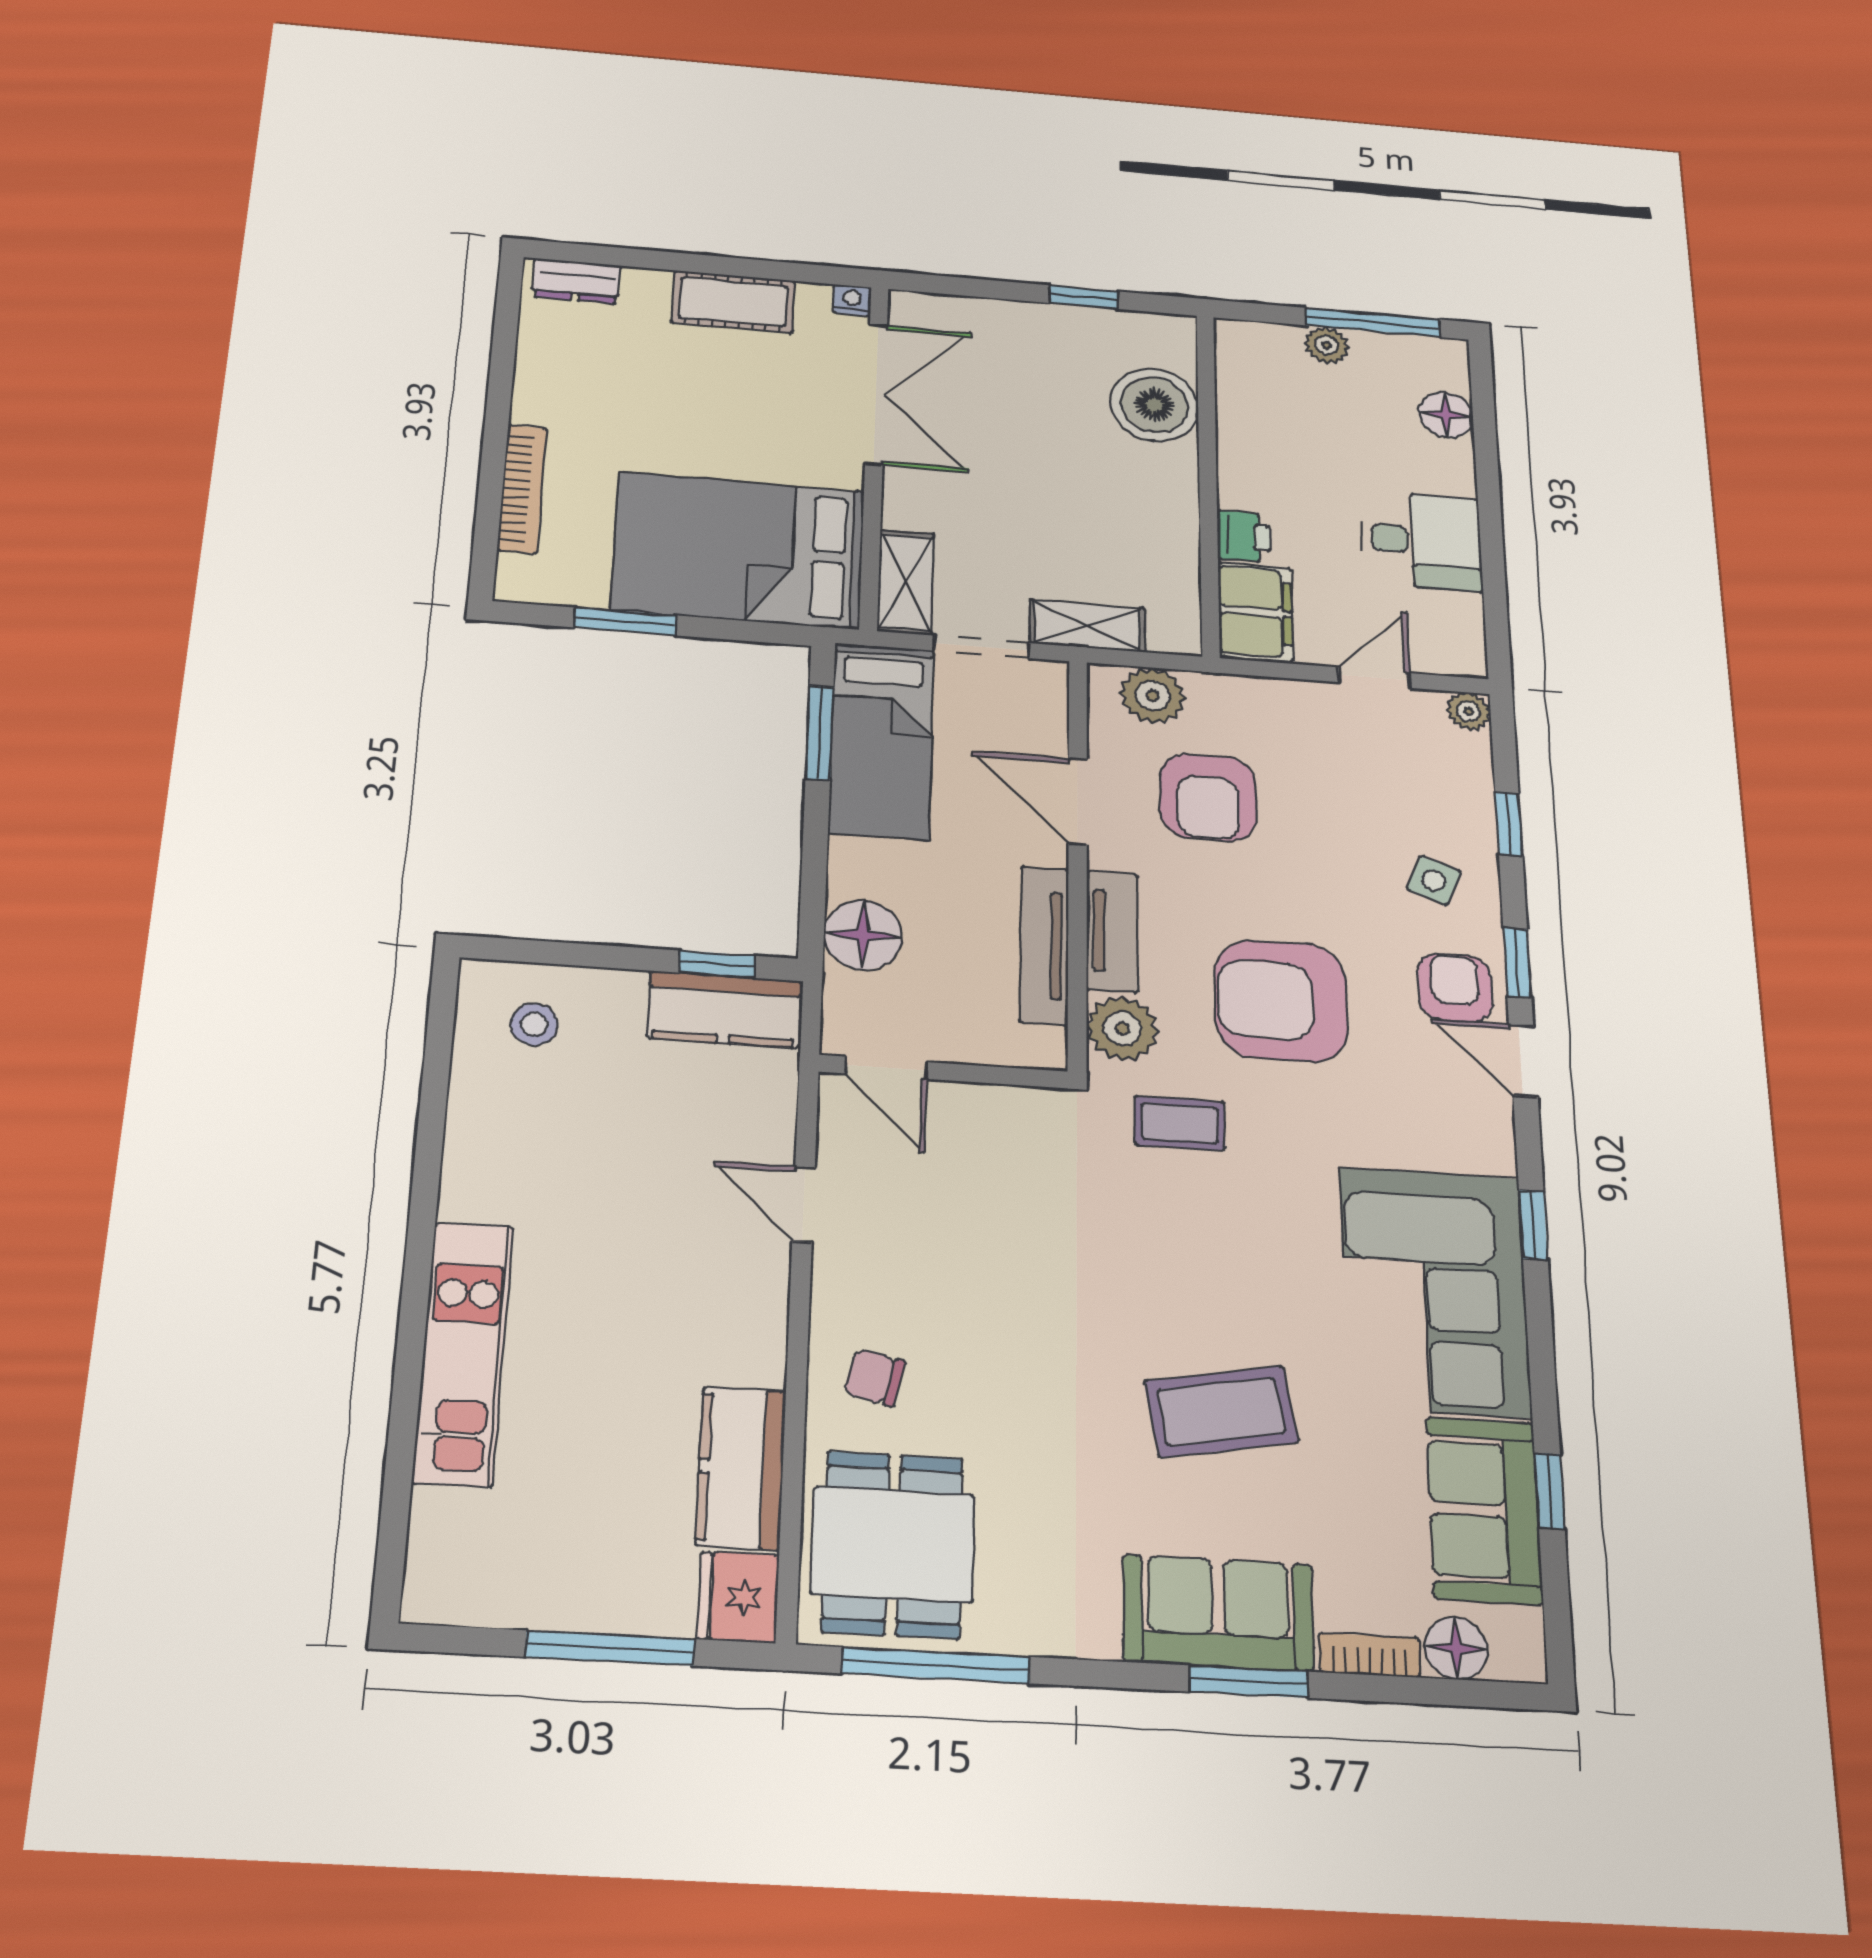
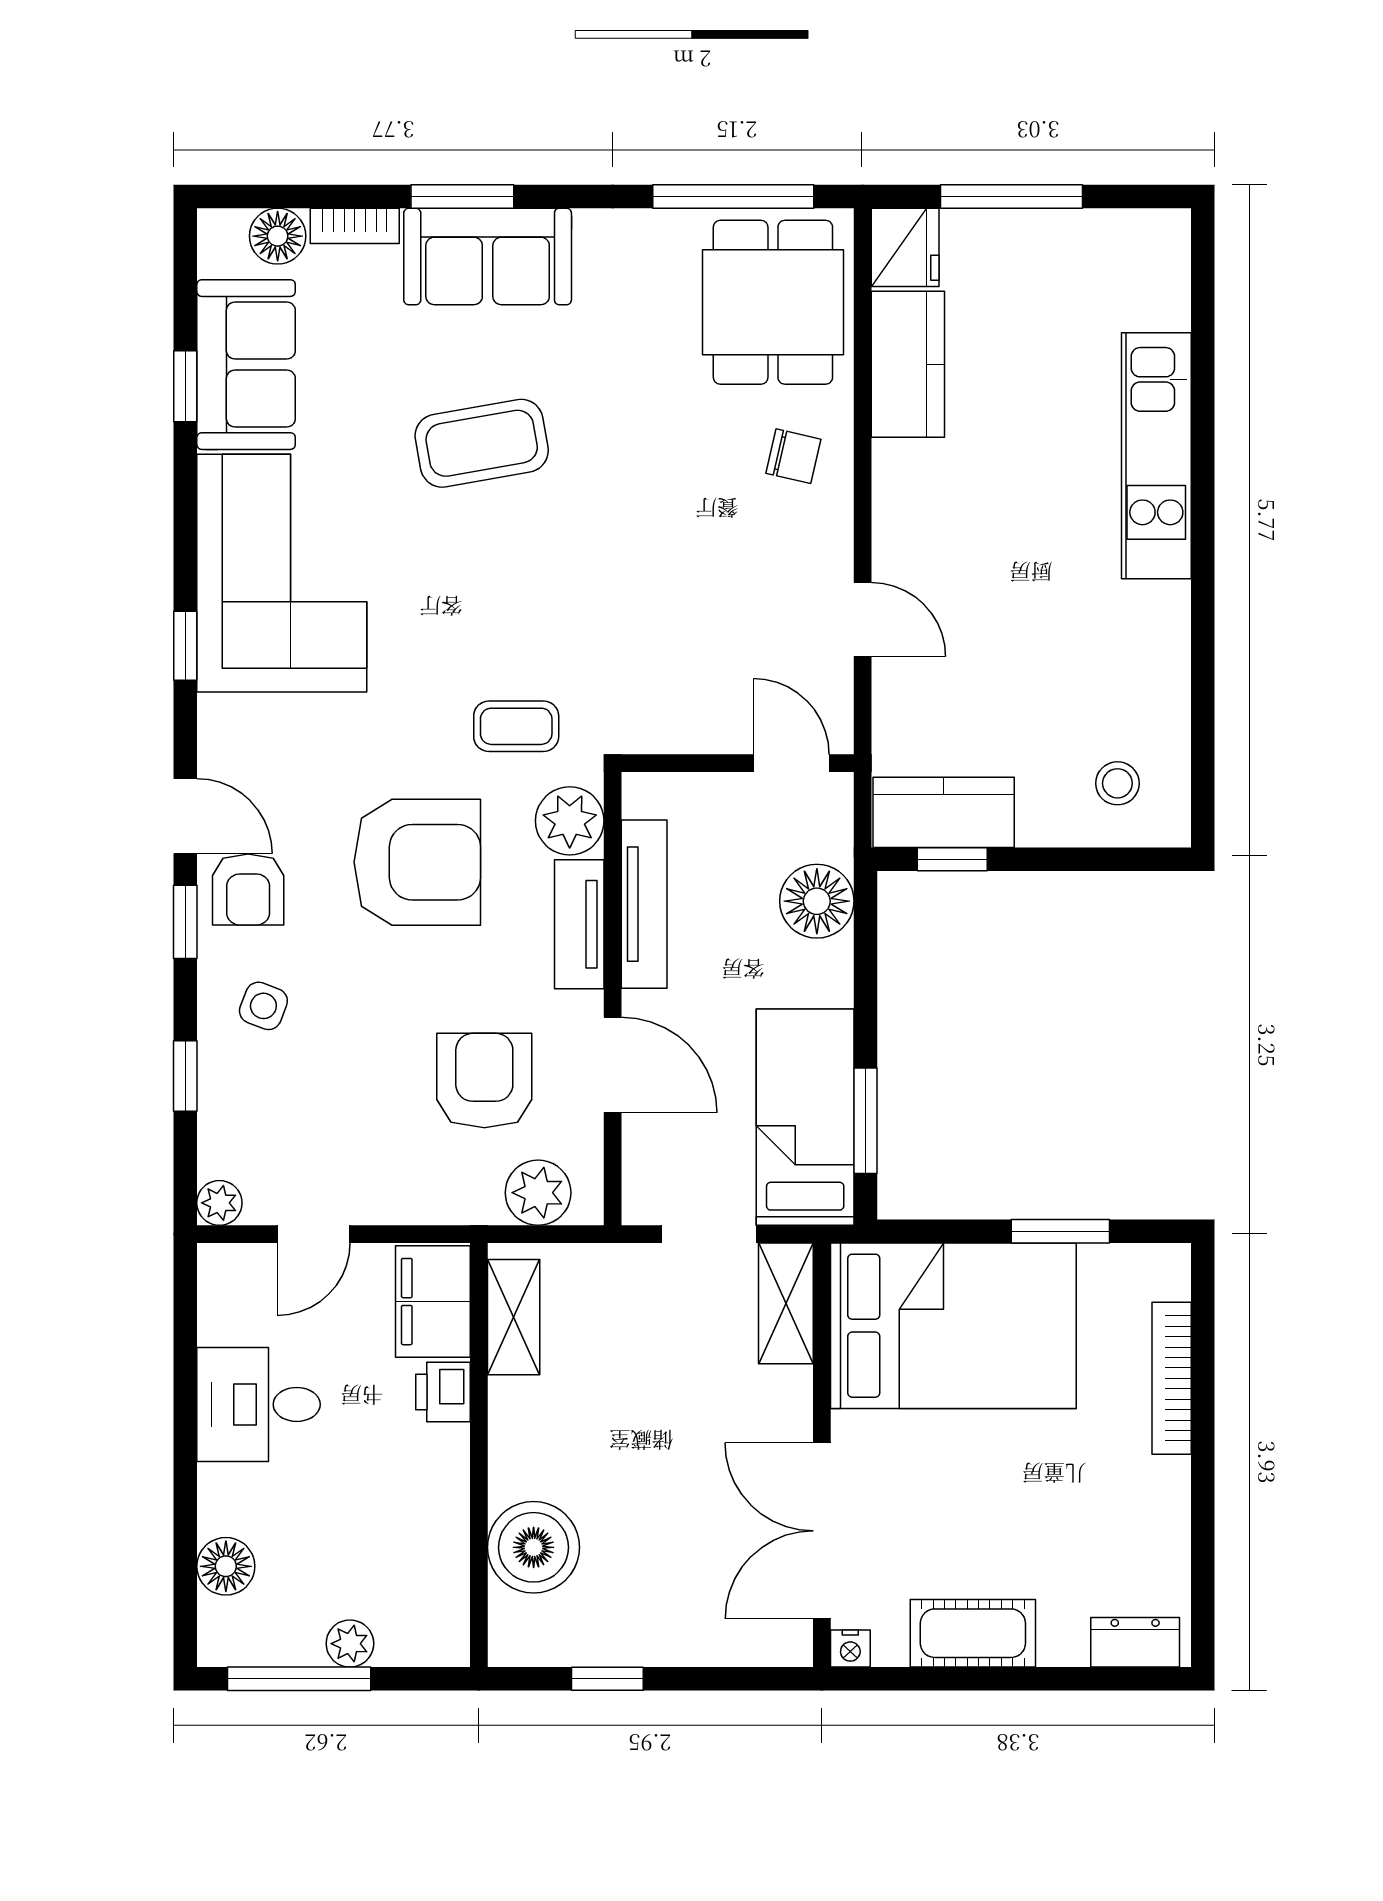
shelving: (1087, 626) -> (514, 1317), moved, turned 90

